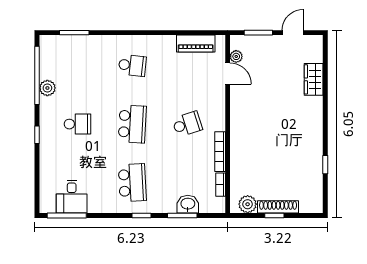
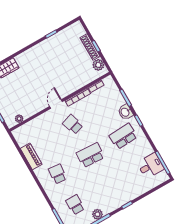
piano: (196, 43) -> (31, 156), moved
door: (228, 74) -> (56, 104), moved
school desk: (77, 124) -> (75, 205), moved
washbasin: (188, 204) -> (125, 112), moved

